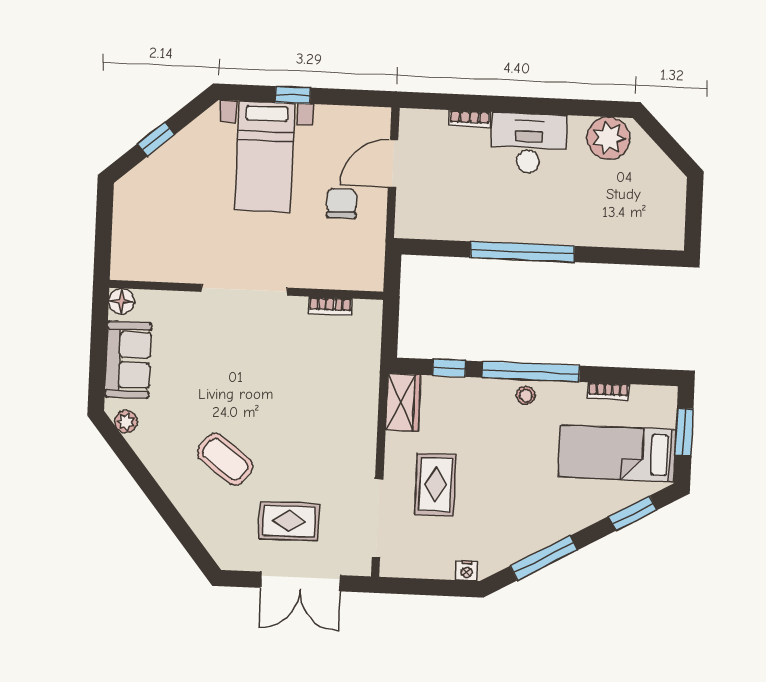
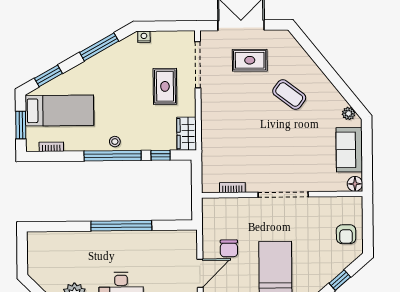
armchair: (141, 217) -> (346, 234), added
bookcase: (609, 391) -> (51, 147), moved

